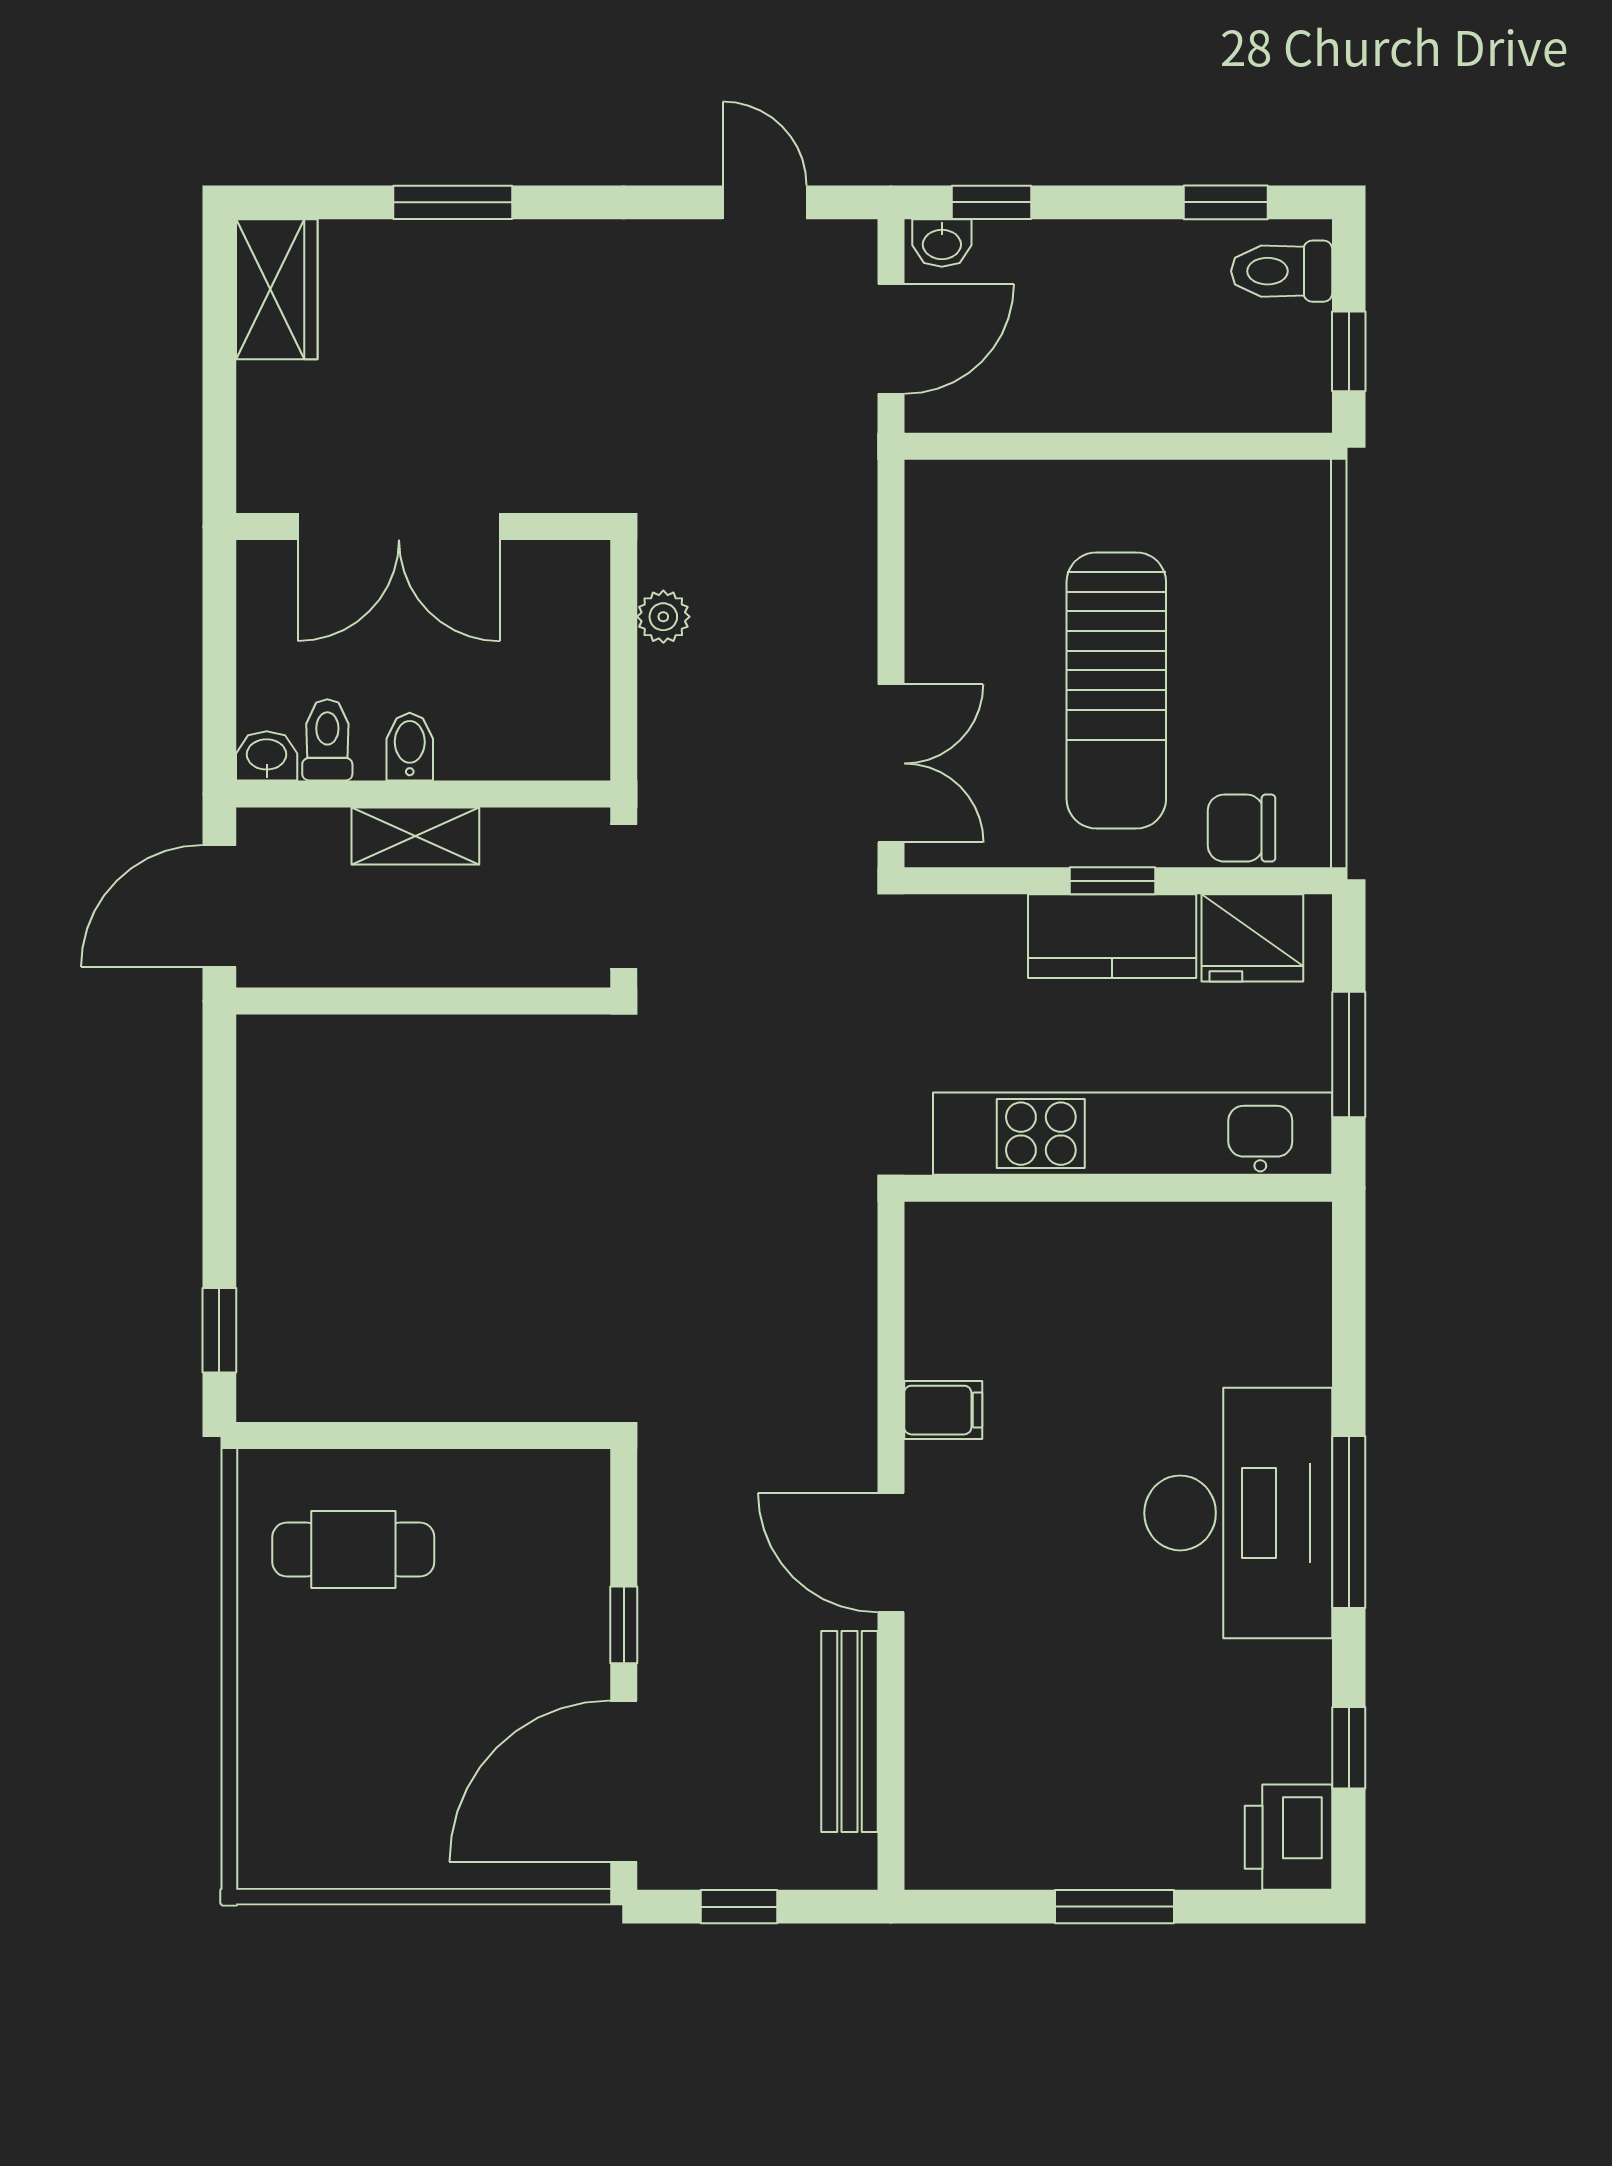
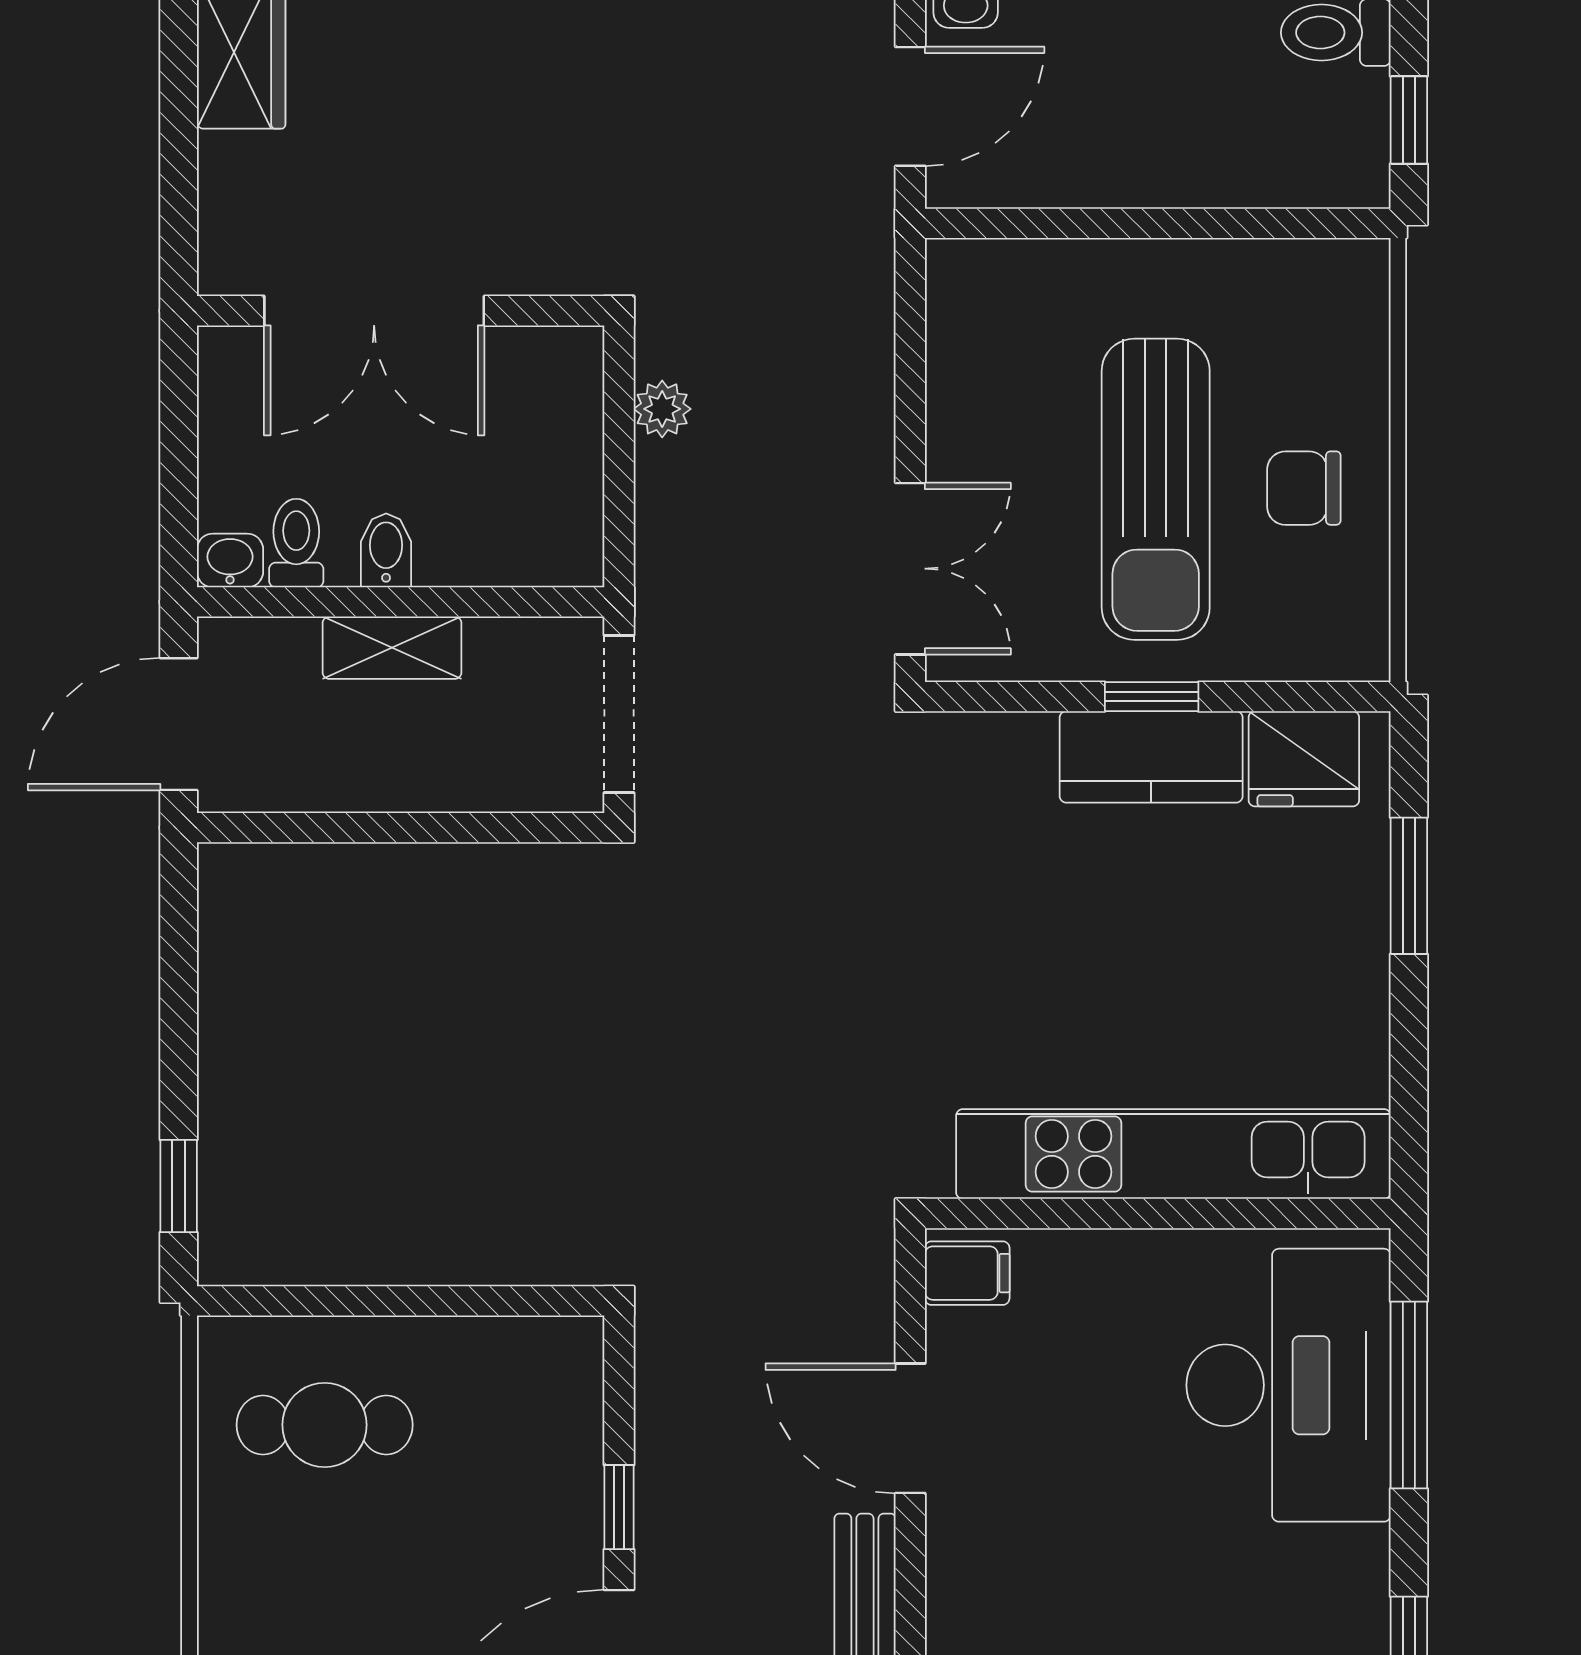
chair: (1242, 828) -> (1304, 488), moved
kitchen unit: (1133, 1134) -> (1173, 1154), moved
wall: (1118, 1188) -> (1158, 1213), moved

